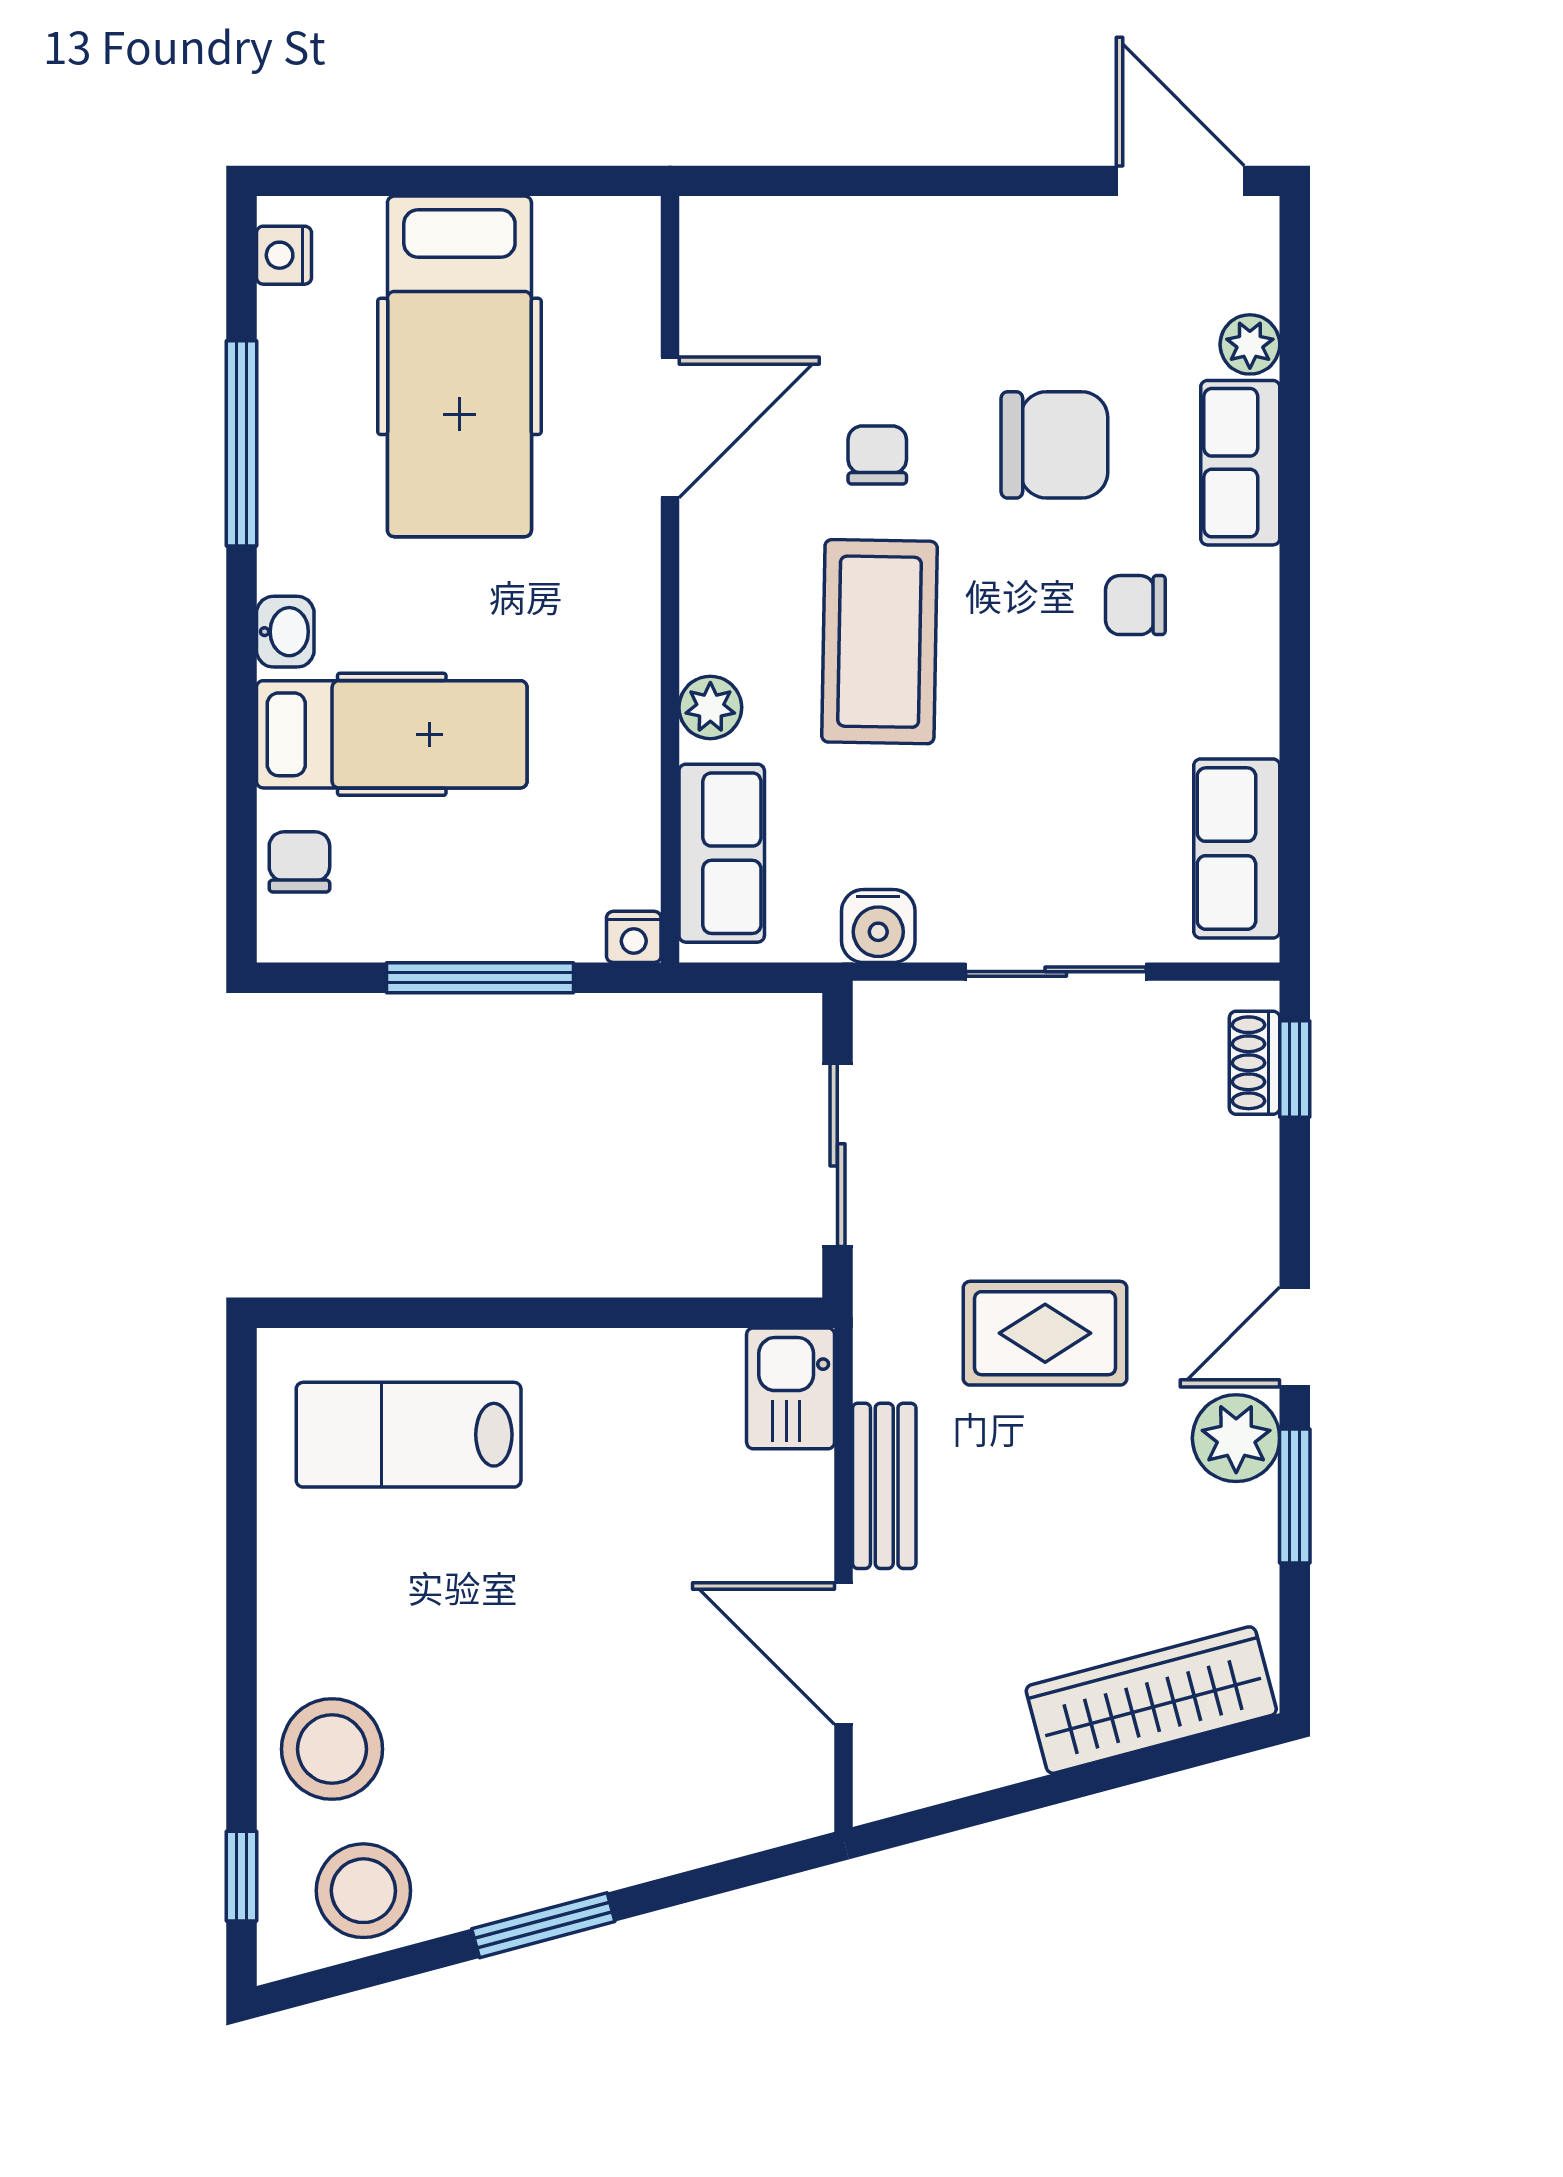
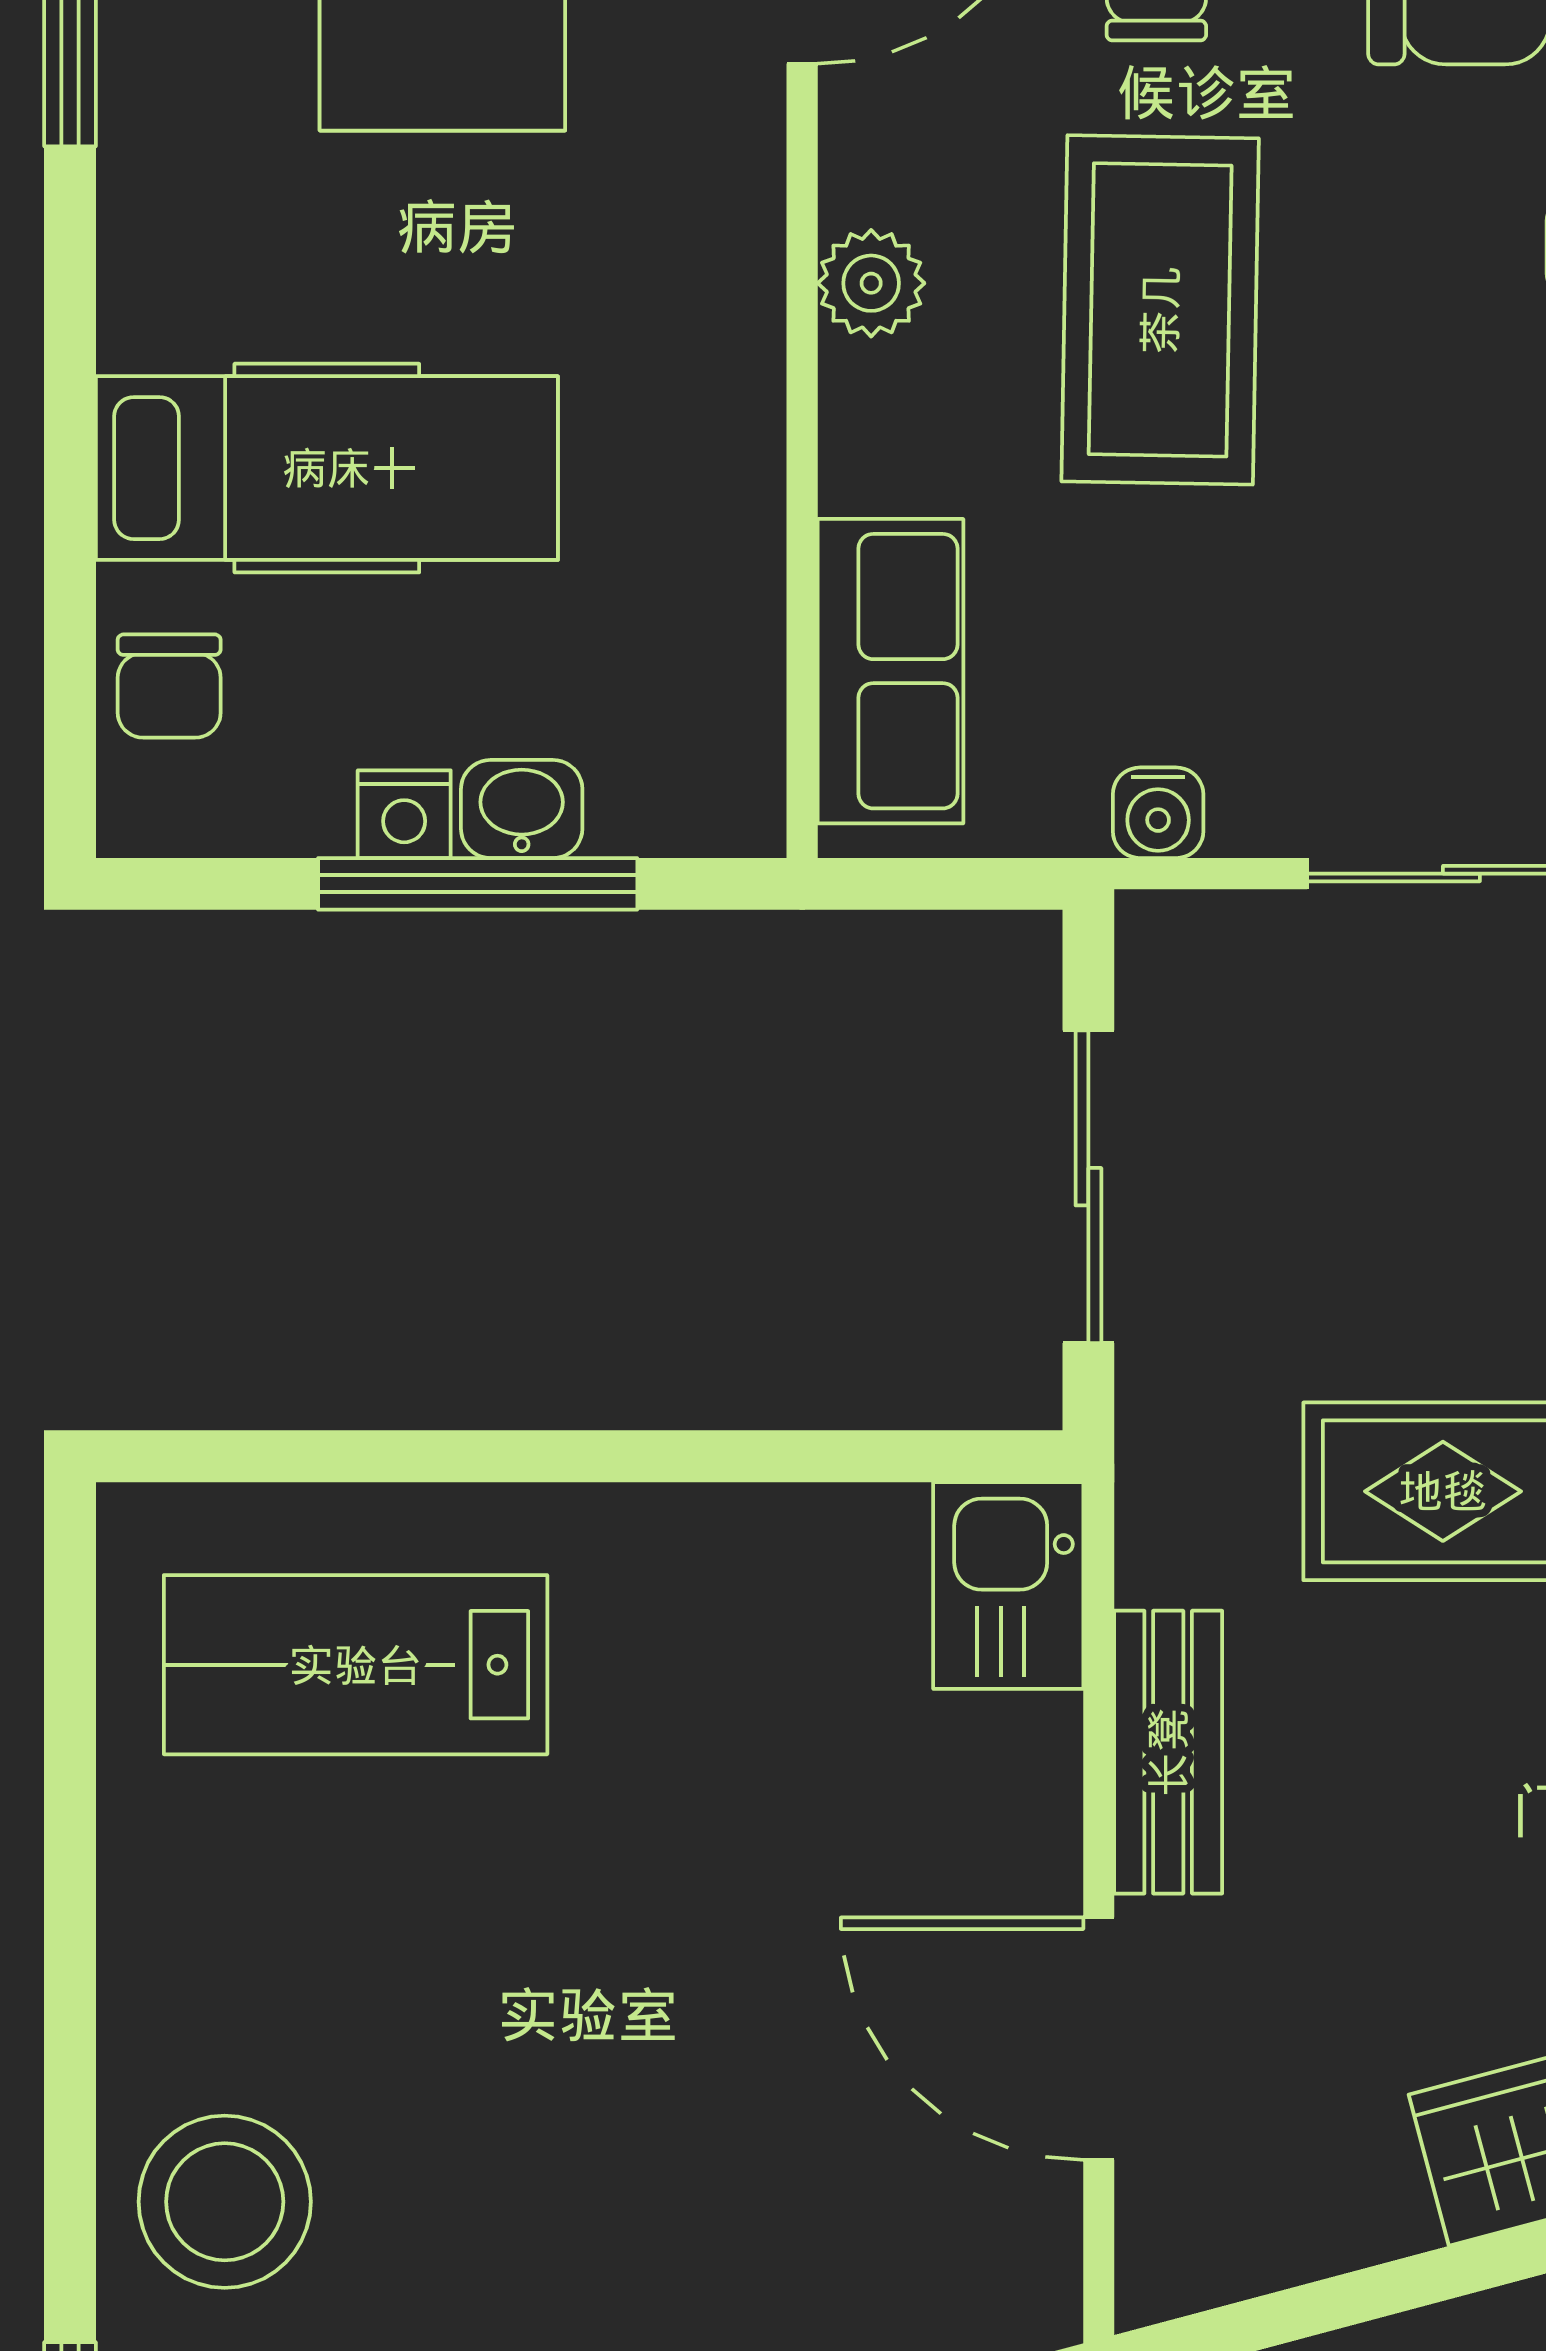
washbasin: (285, 632) -> (522, 809), moved, turned -90
plant: (710, 707) -> (871, 283), moved
chair: (299, 862) -> (169, 686), turned 180
water cooler: (878, 926) -> (1158, 813), width x0.72, depth x0.72
nightstand: (634, 937) -> (404, 814), moved

